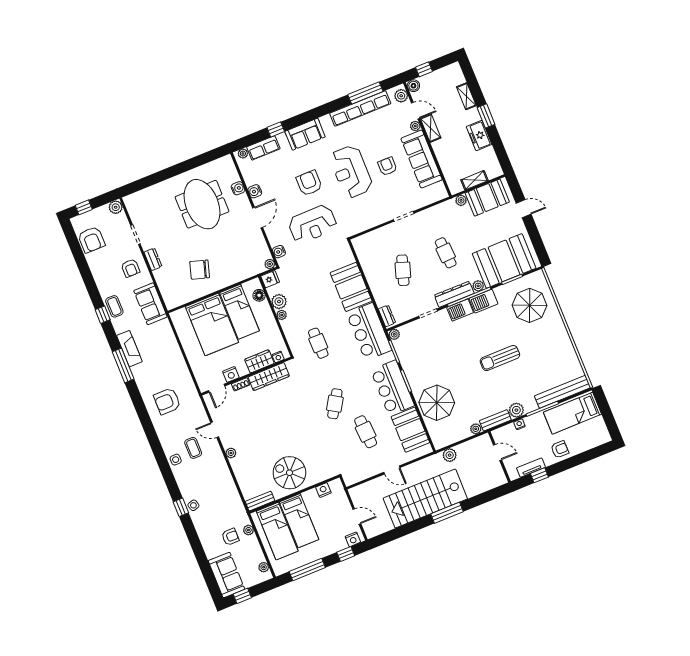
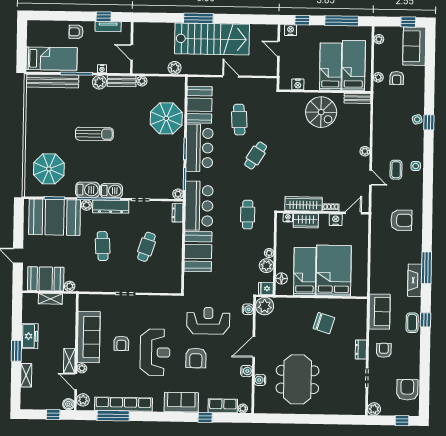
plant: (270, 264) -> (265, 306), width x1.88, depth x1.88
armchair: (230, 537) -> (397, 78), turned -90

